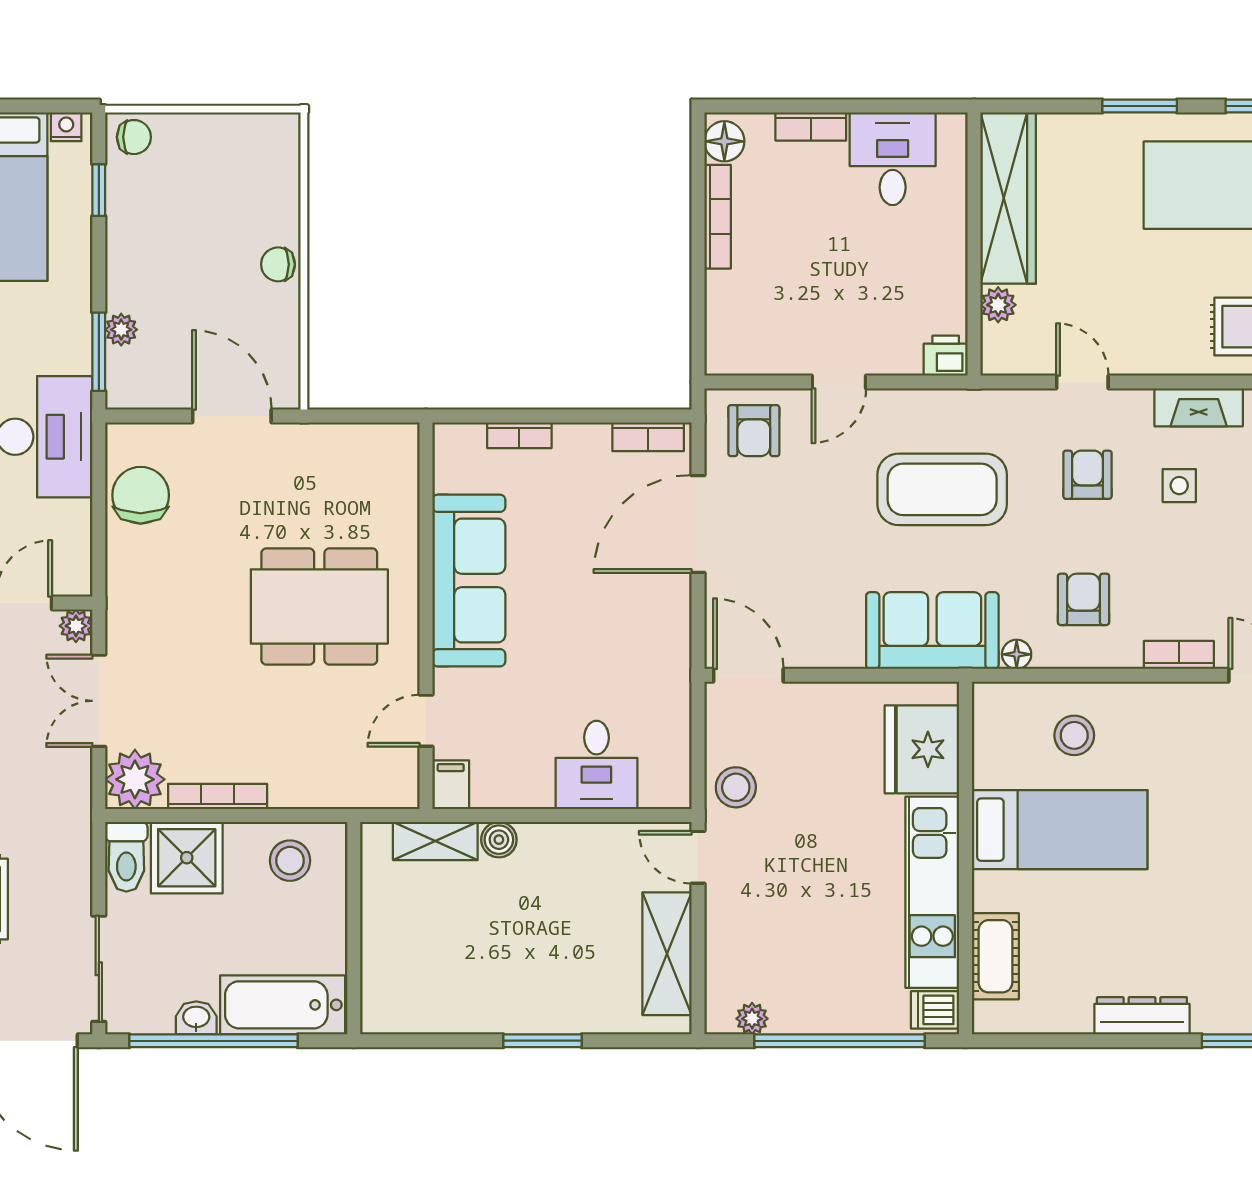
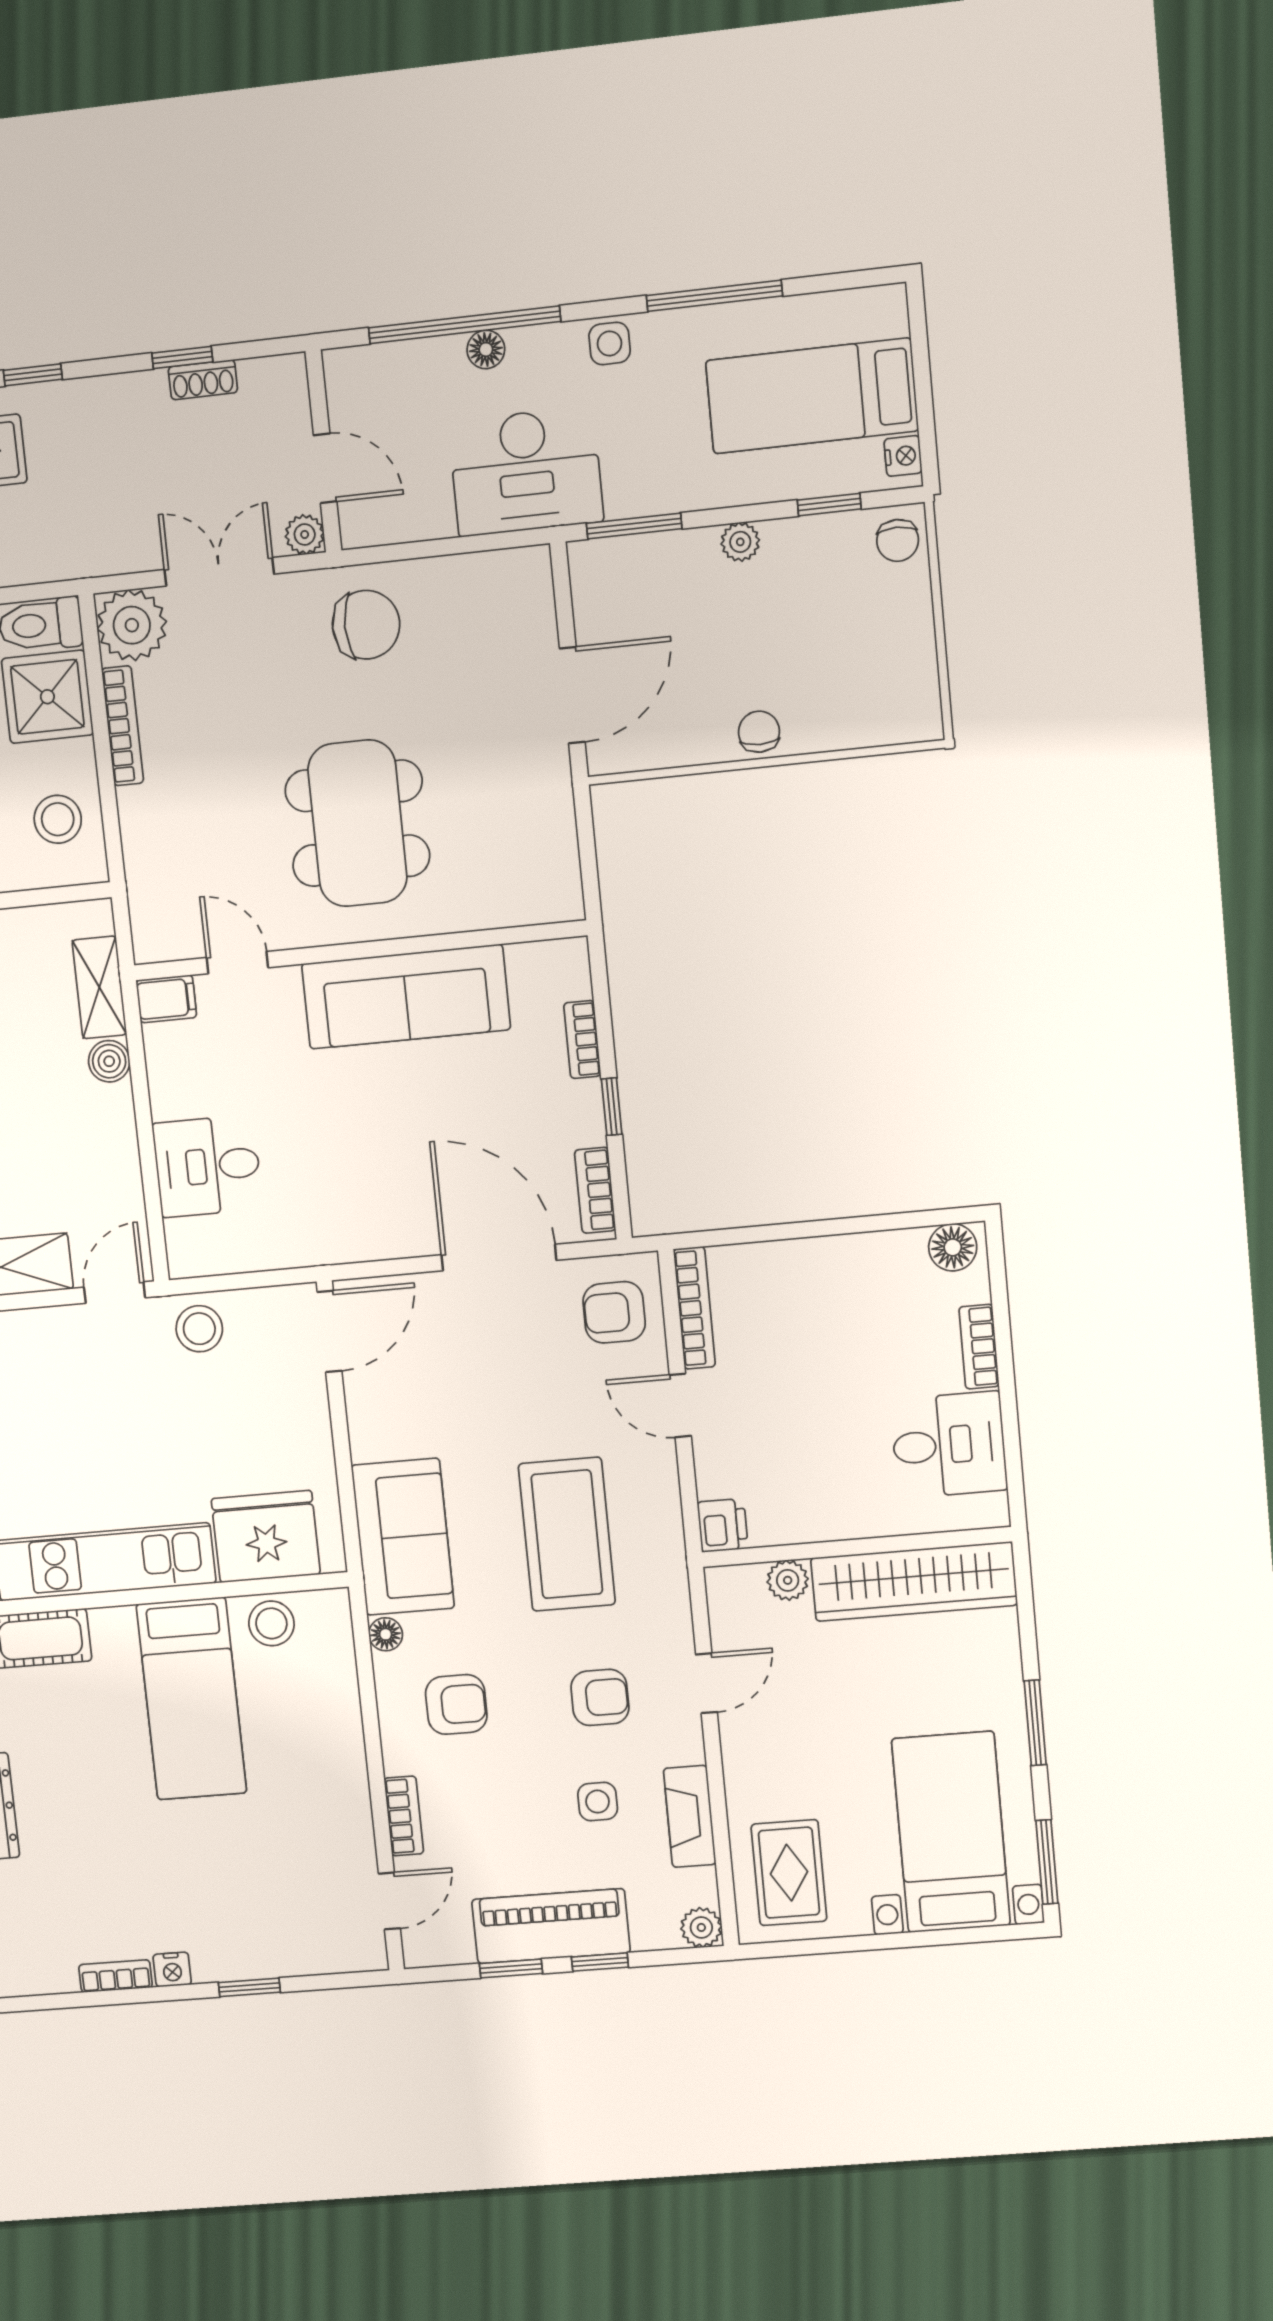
bookcase: (718, 217) -> (694, 1308), moved, turned -90
plant: (121, 330) -> (740, 542), moved
window: (578, 416) -> (612, 1107), added
chair: (141, 495) -> (366, 625), moved
stool: (1074, 735) -> (271, 1623), moved

